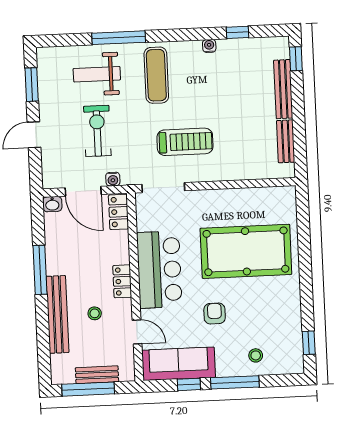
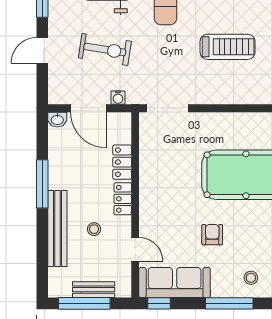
exercise bike: (97, 131) -> (105, 49), turned 99
treadmill: (185, 142) -> (228, 47), moved
locker: (118, 212) -> (122, 162), moved
bar counter: (159, 270) -> (160, 189), removed
window: (189, 384) -> (159, 303), moved

